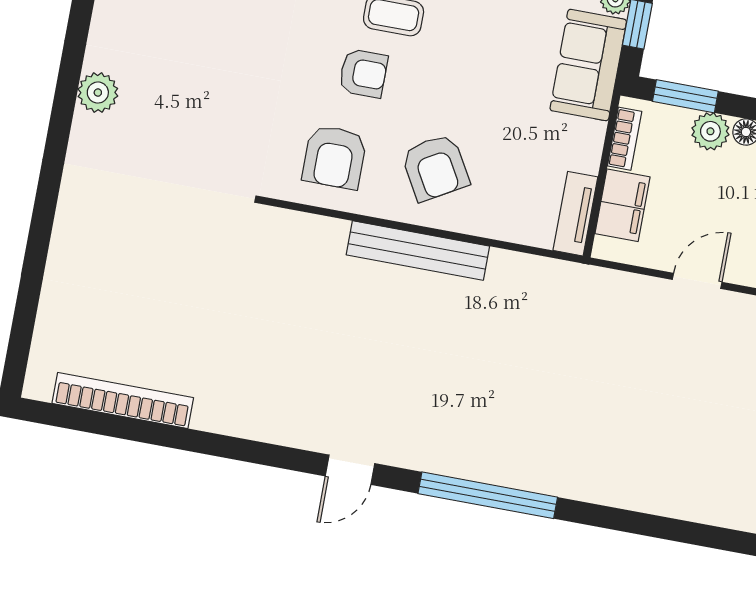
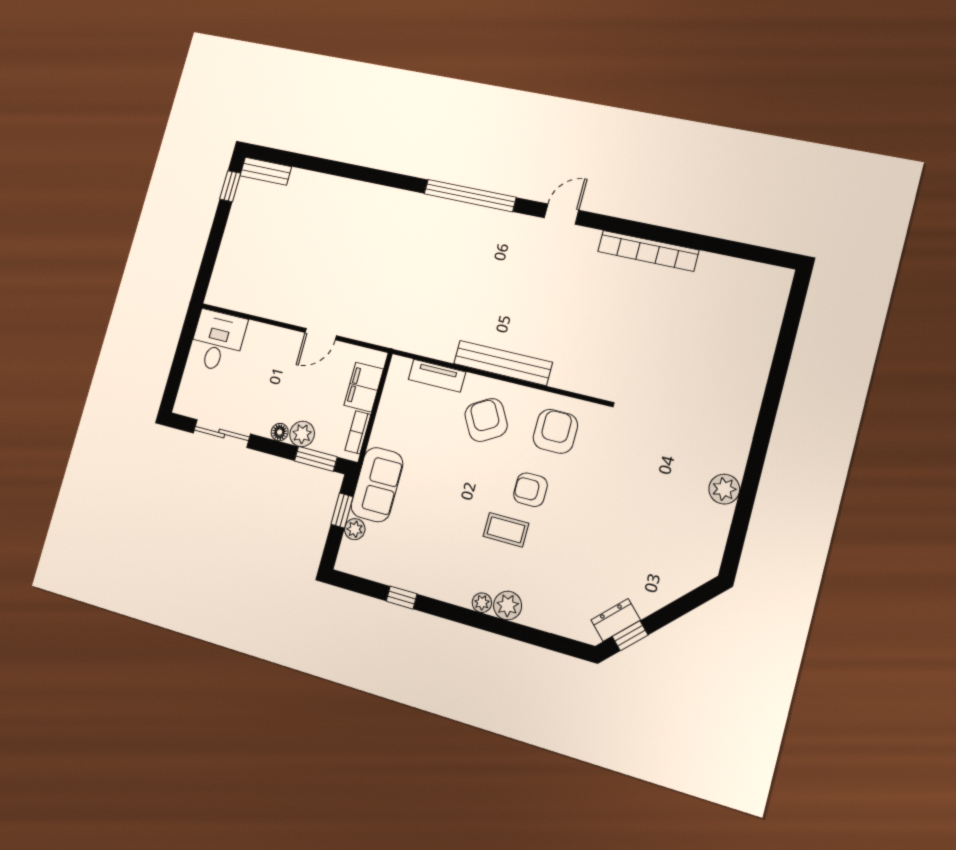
tv unit: (575, 214) -> (437, 376), moved, turned 90
bookcase: (123, 401) -> (648, 251), moved

